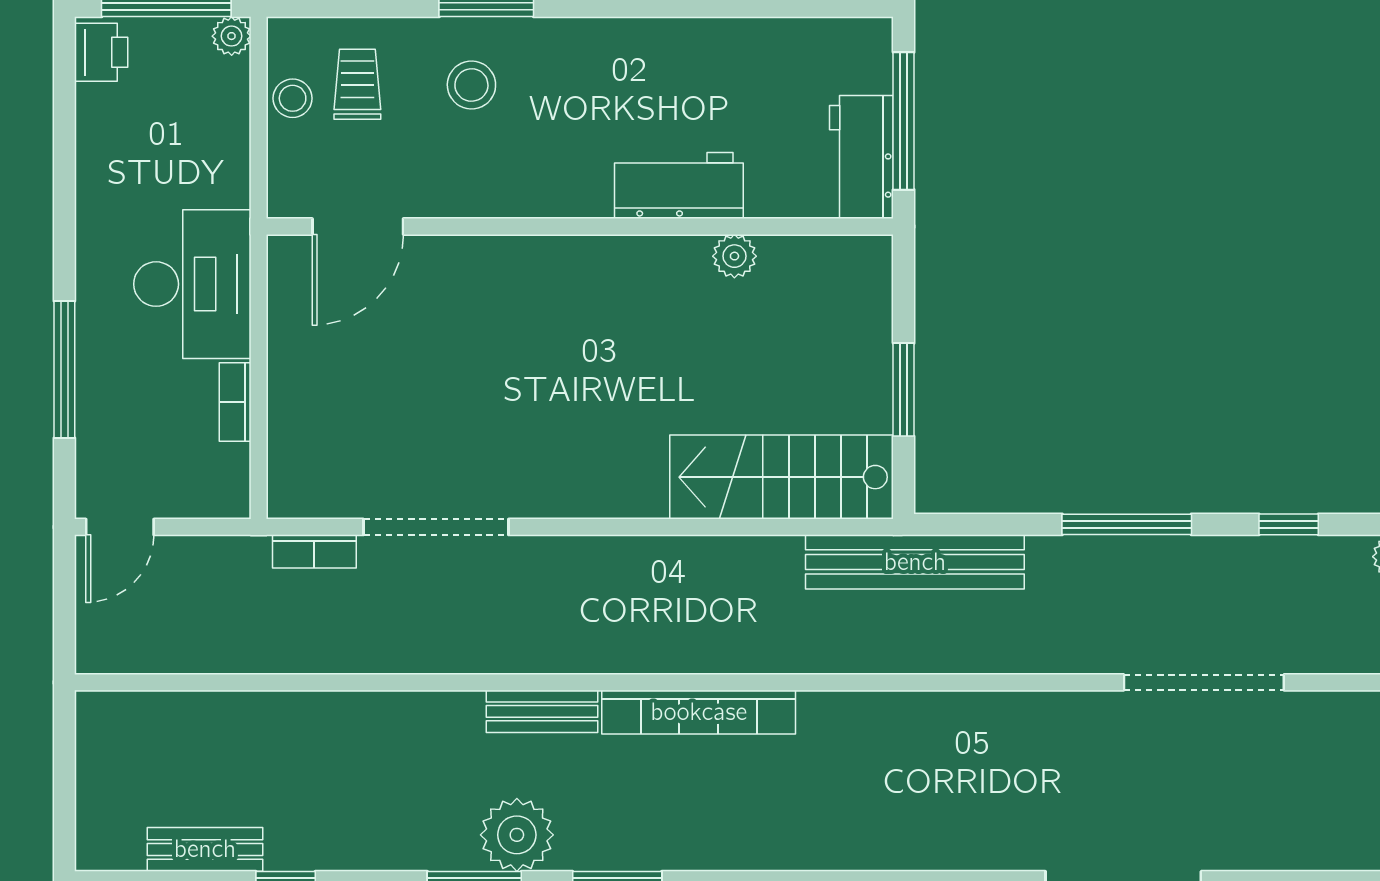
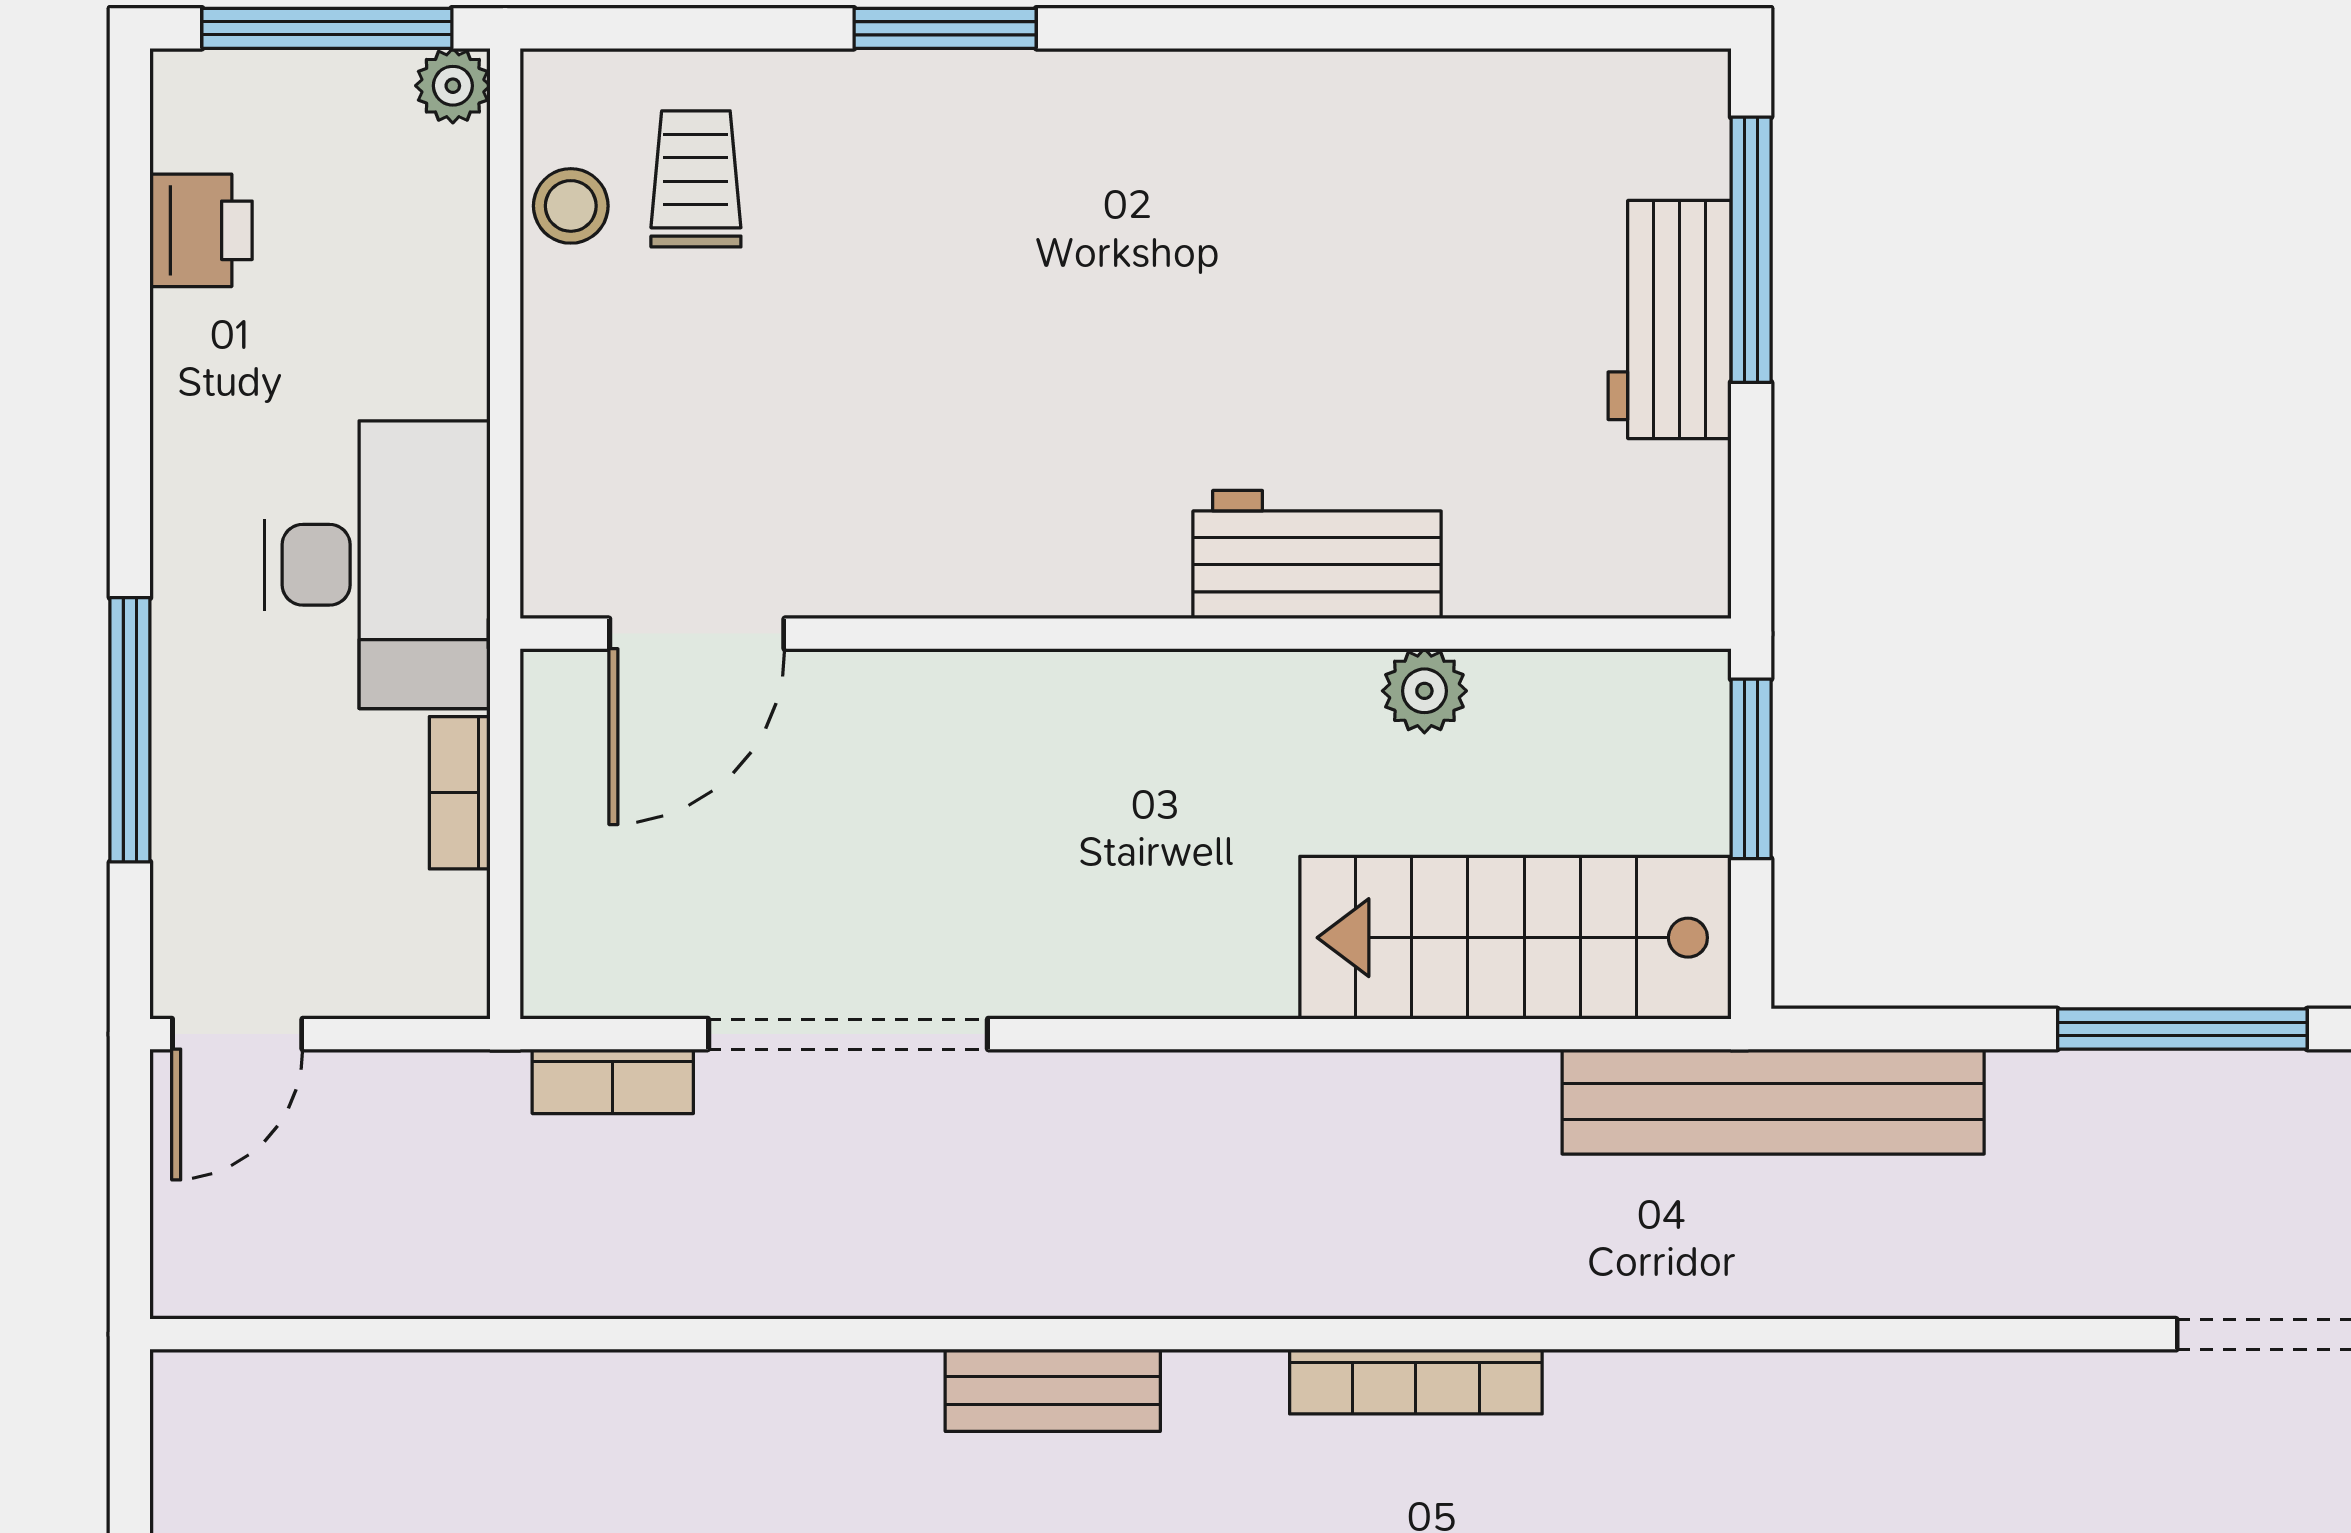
printer: (101, 52) -> (201, 230), moved
stool: (471, 85) -> (916, 180), removed
workbench: (679, 186) -> (1317, 555), moved
door: (358, 227) -> (697, 634), moved
wall: (580, 227) -> (1126, 634), moved
plant: (734, 256) -> (1424, 691), moved
bookcase: (699, 712) -> (1416, 1382), width x0.68, depth x0.76

